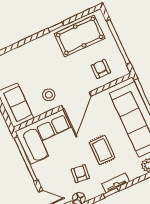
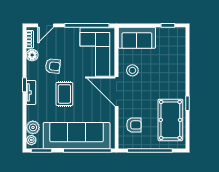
rug: (102, 150) -> (64, 94), turned 90

